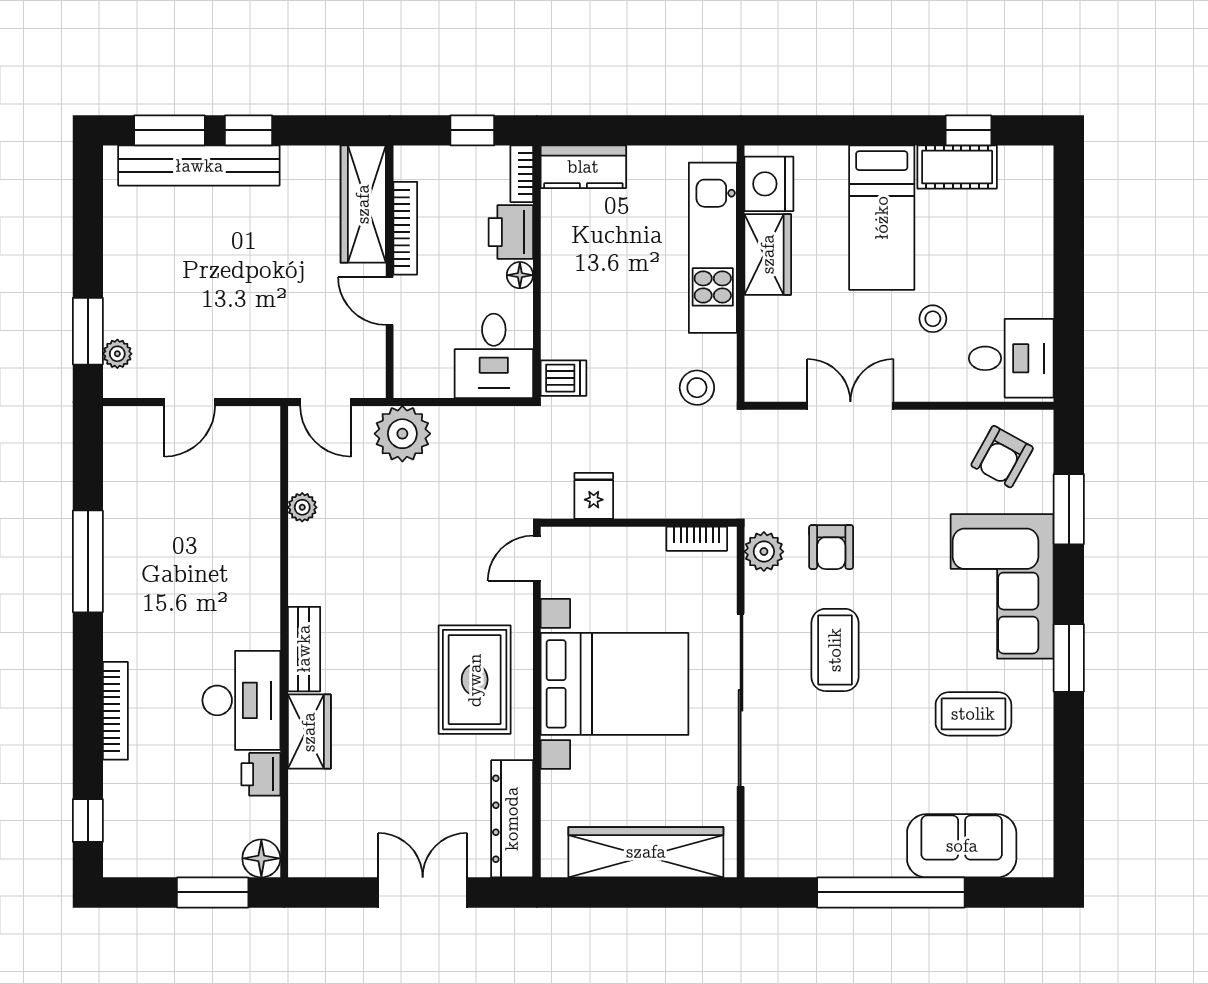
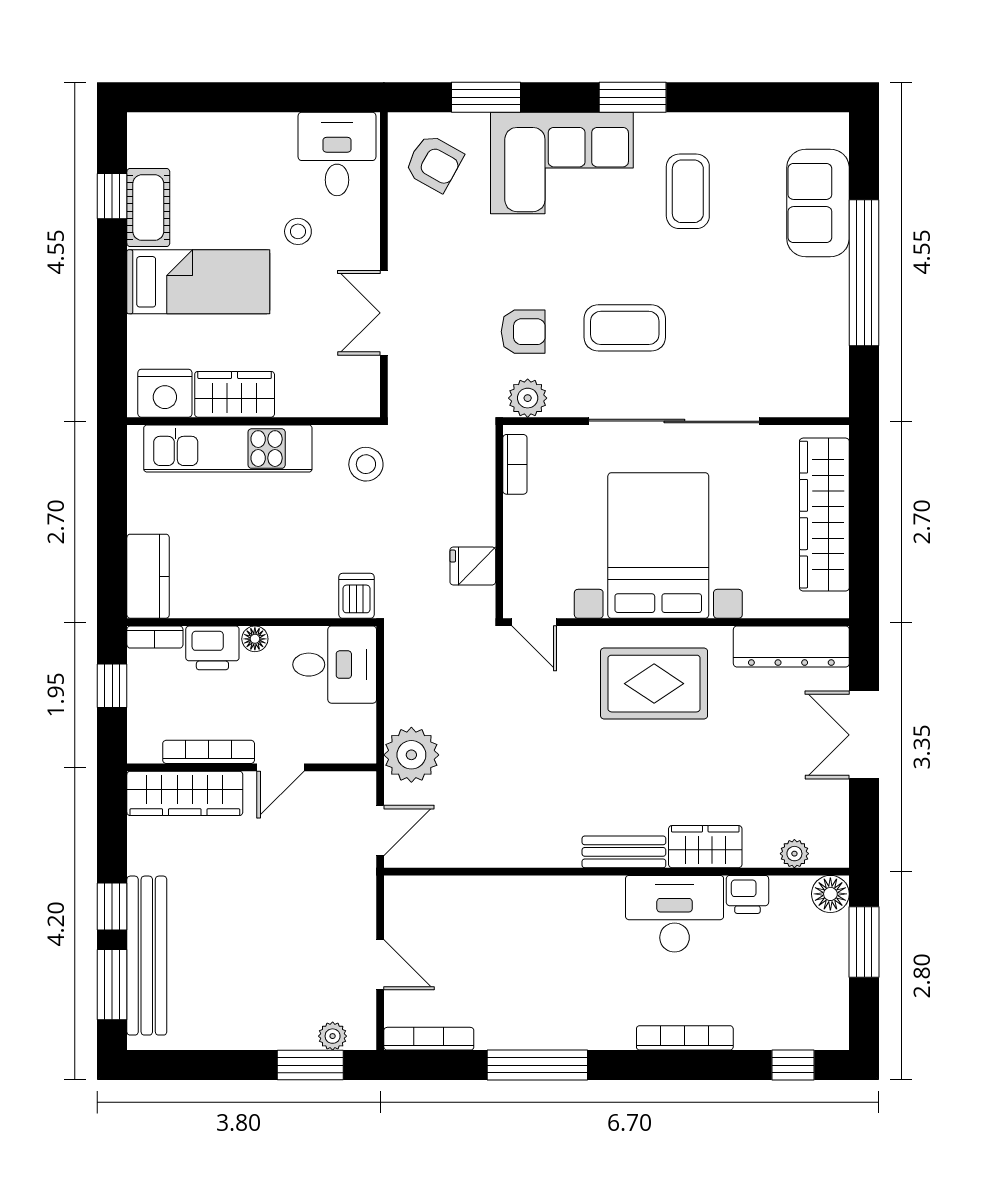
bookcase: (115, 451) -> (429, 1039), added
plant: (302, 507) -> (794, 854), moved

